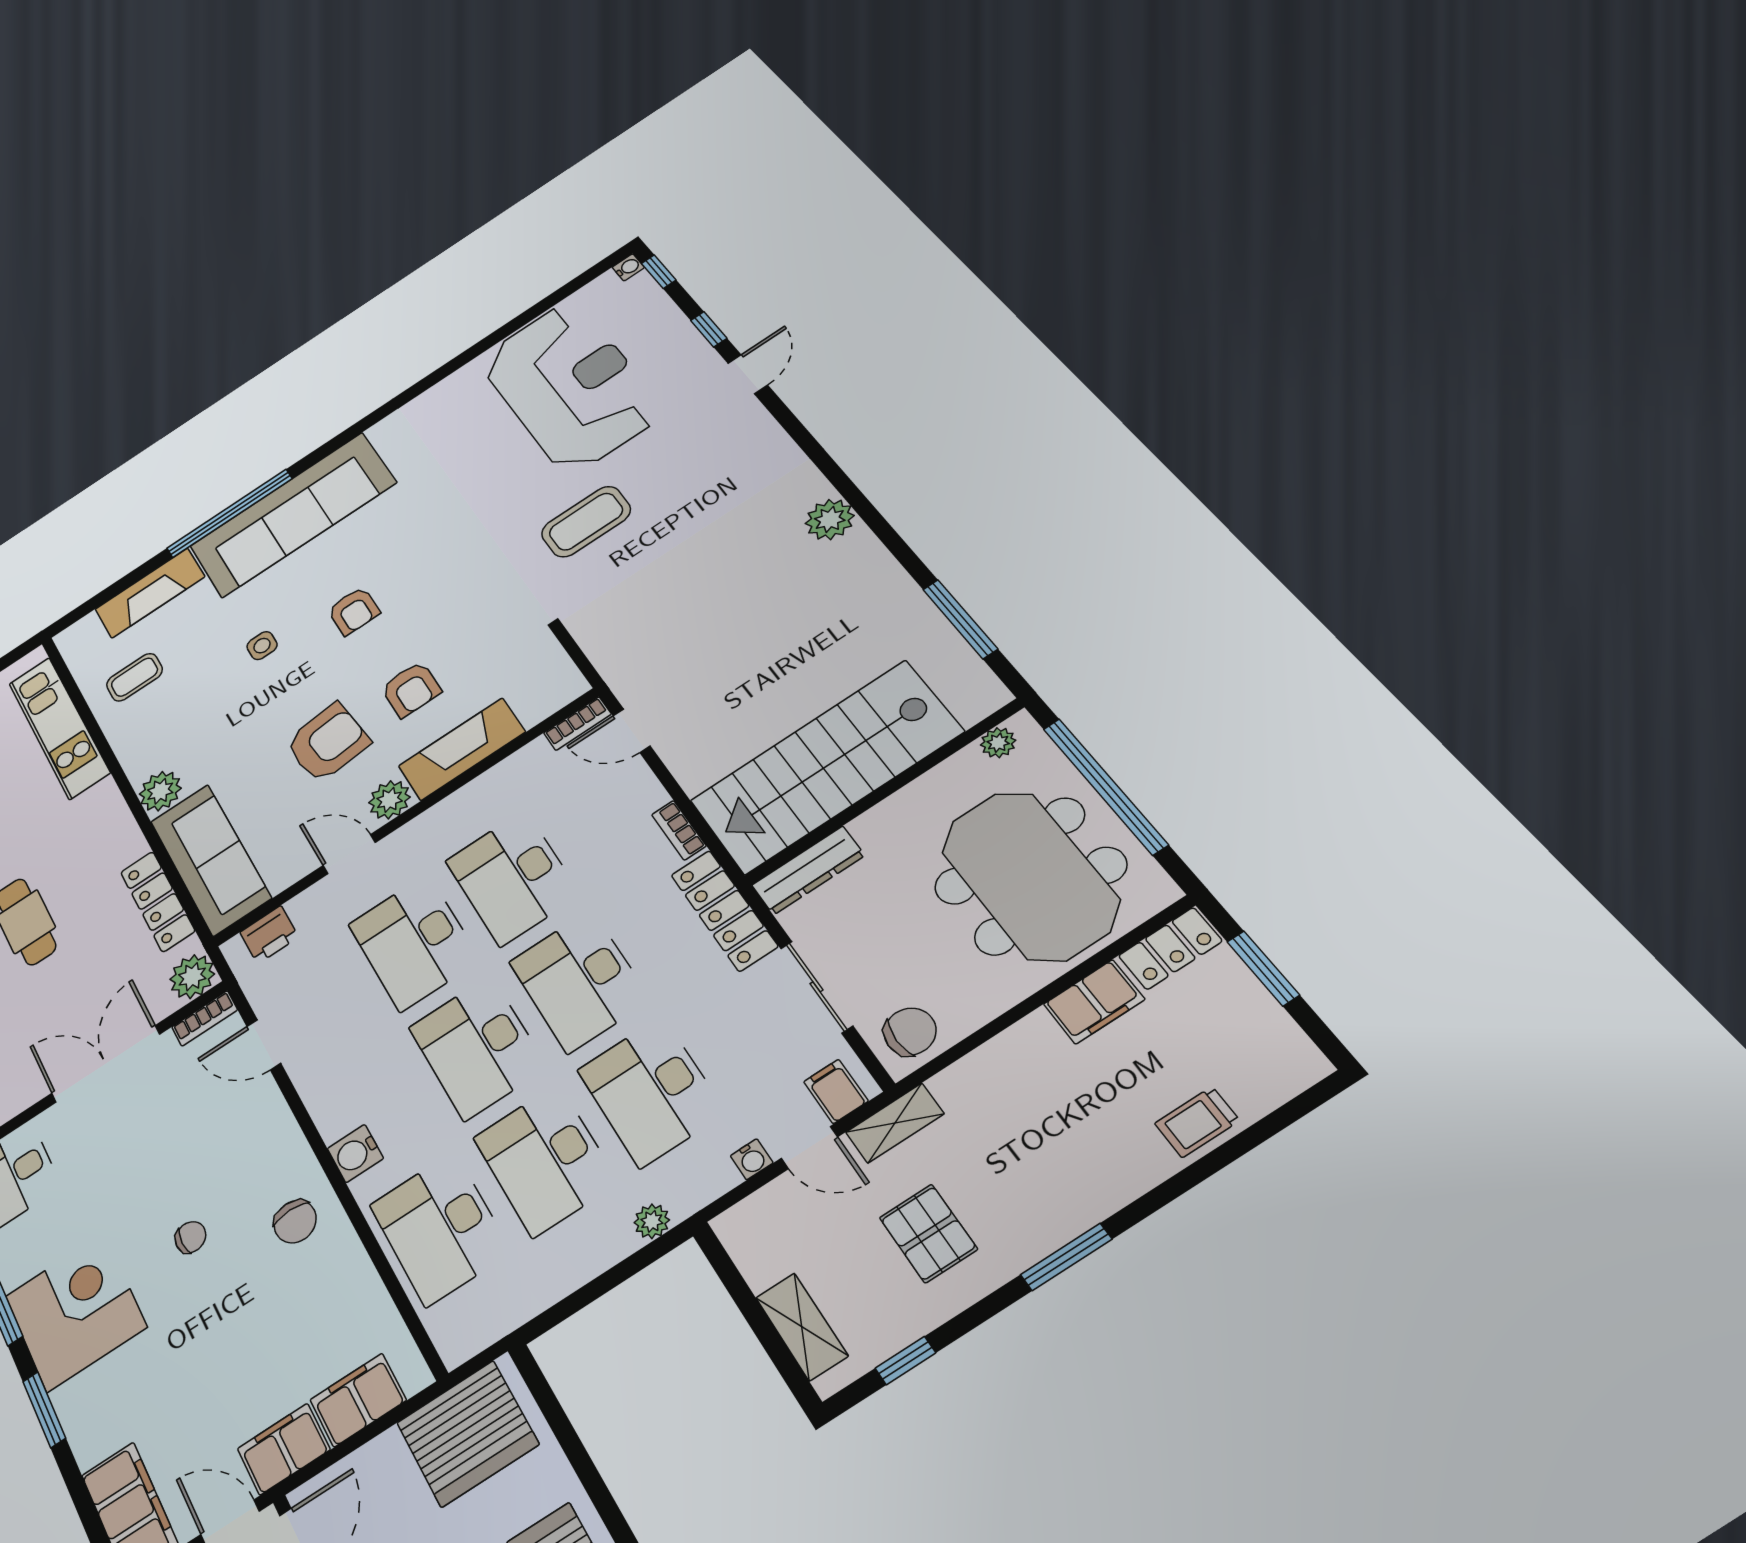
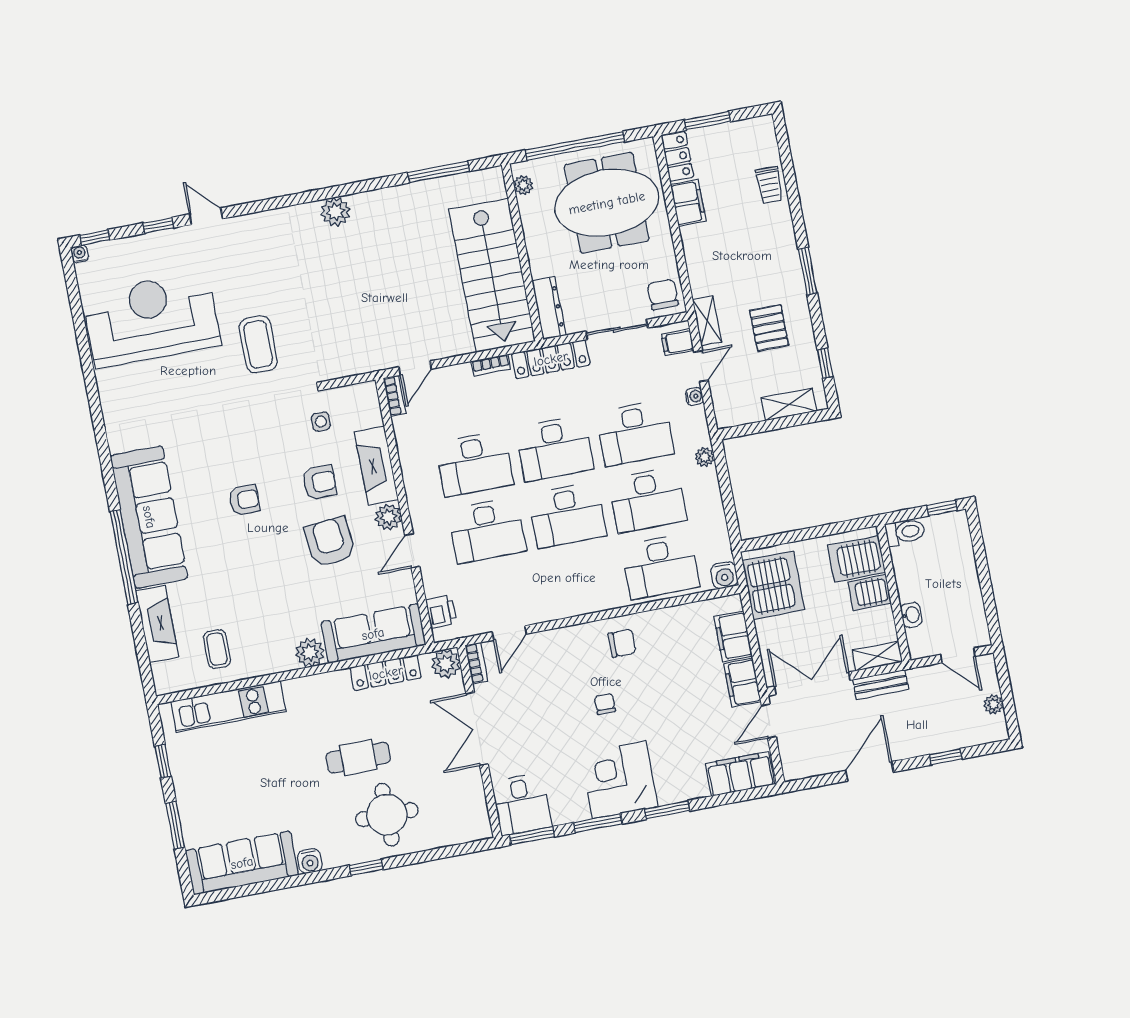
side table: (262, 646) -> (321, 422), moved
water cooler: (355, 1153) -> (724, 575), moved
pallet: (928, 1233) -> (769, 328), turned 90

